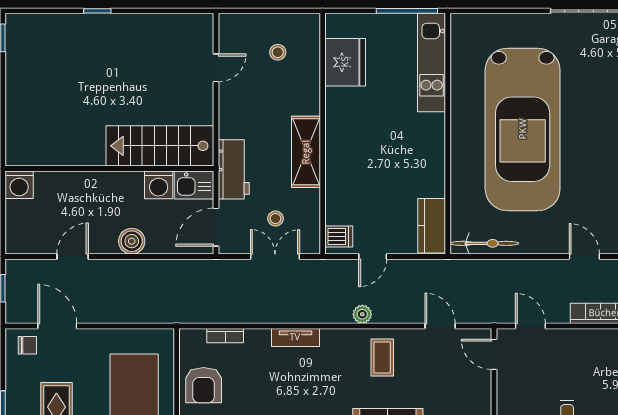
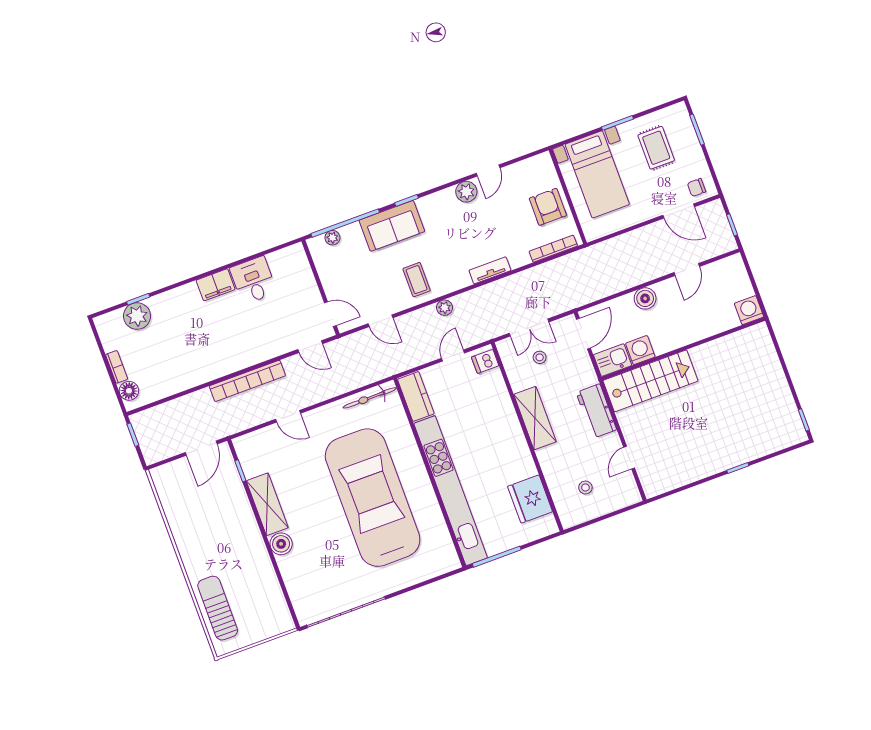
kitchen unit: (432, 63) -> (451, 491), width x1.86
workbench: (234, 169) -> (596, 411), moved
bookcase: (225, 336) -> (553, 249), width x1.56

